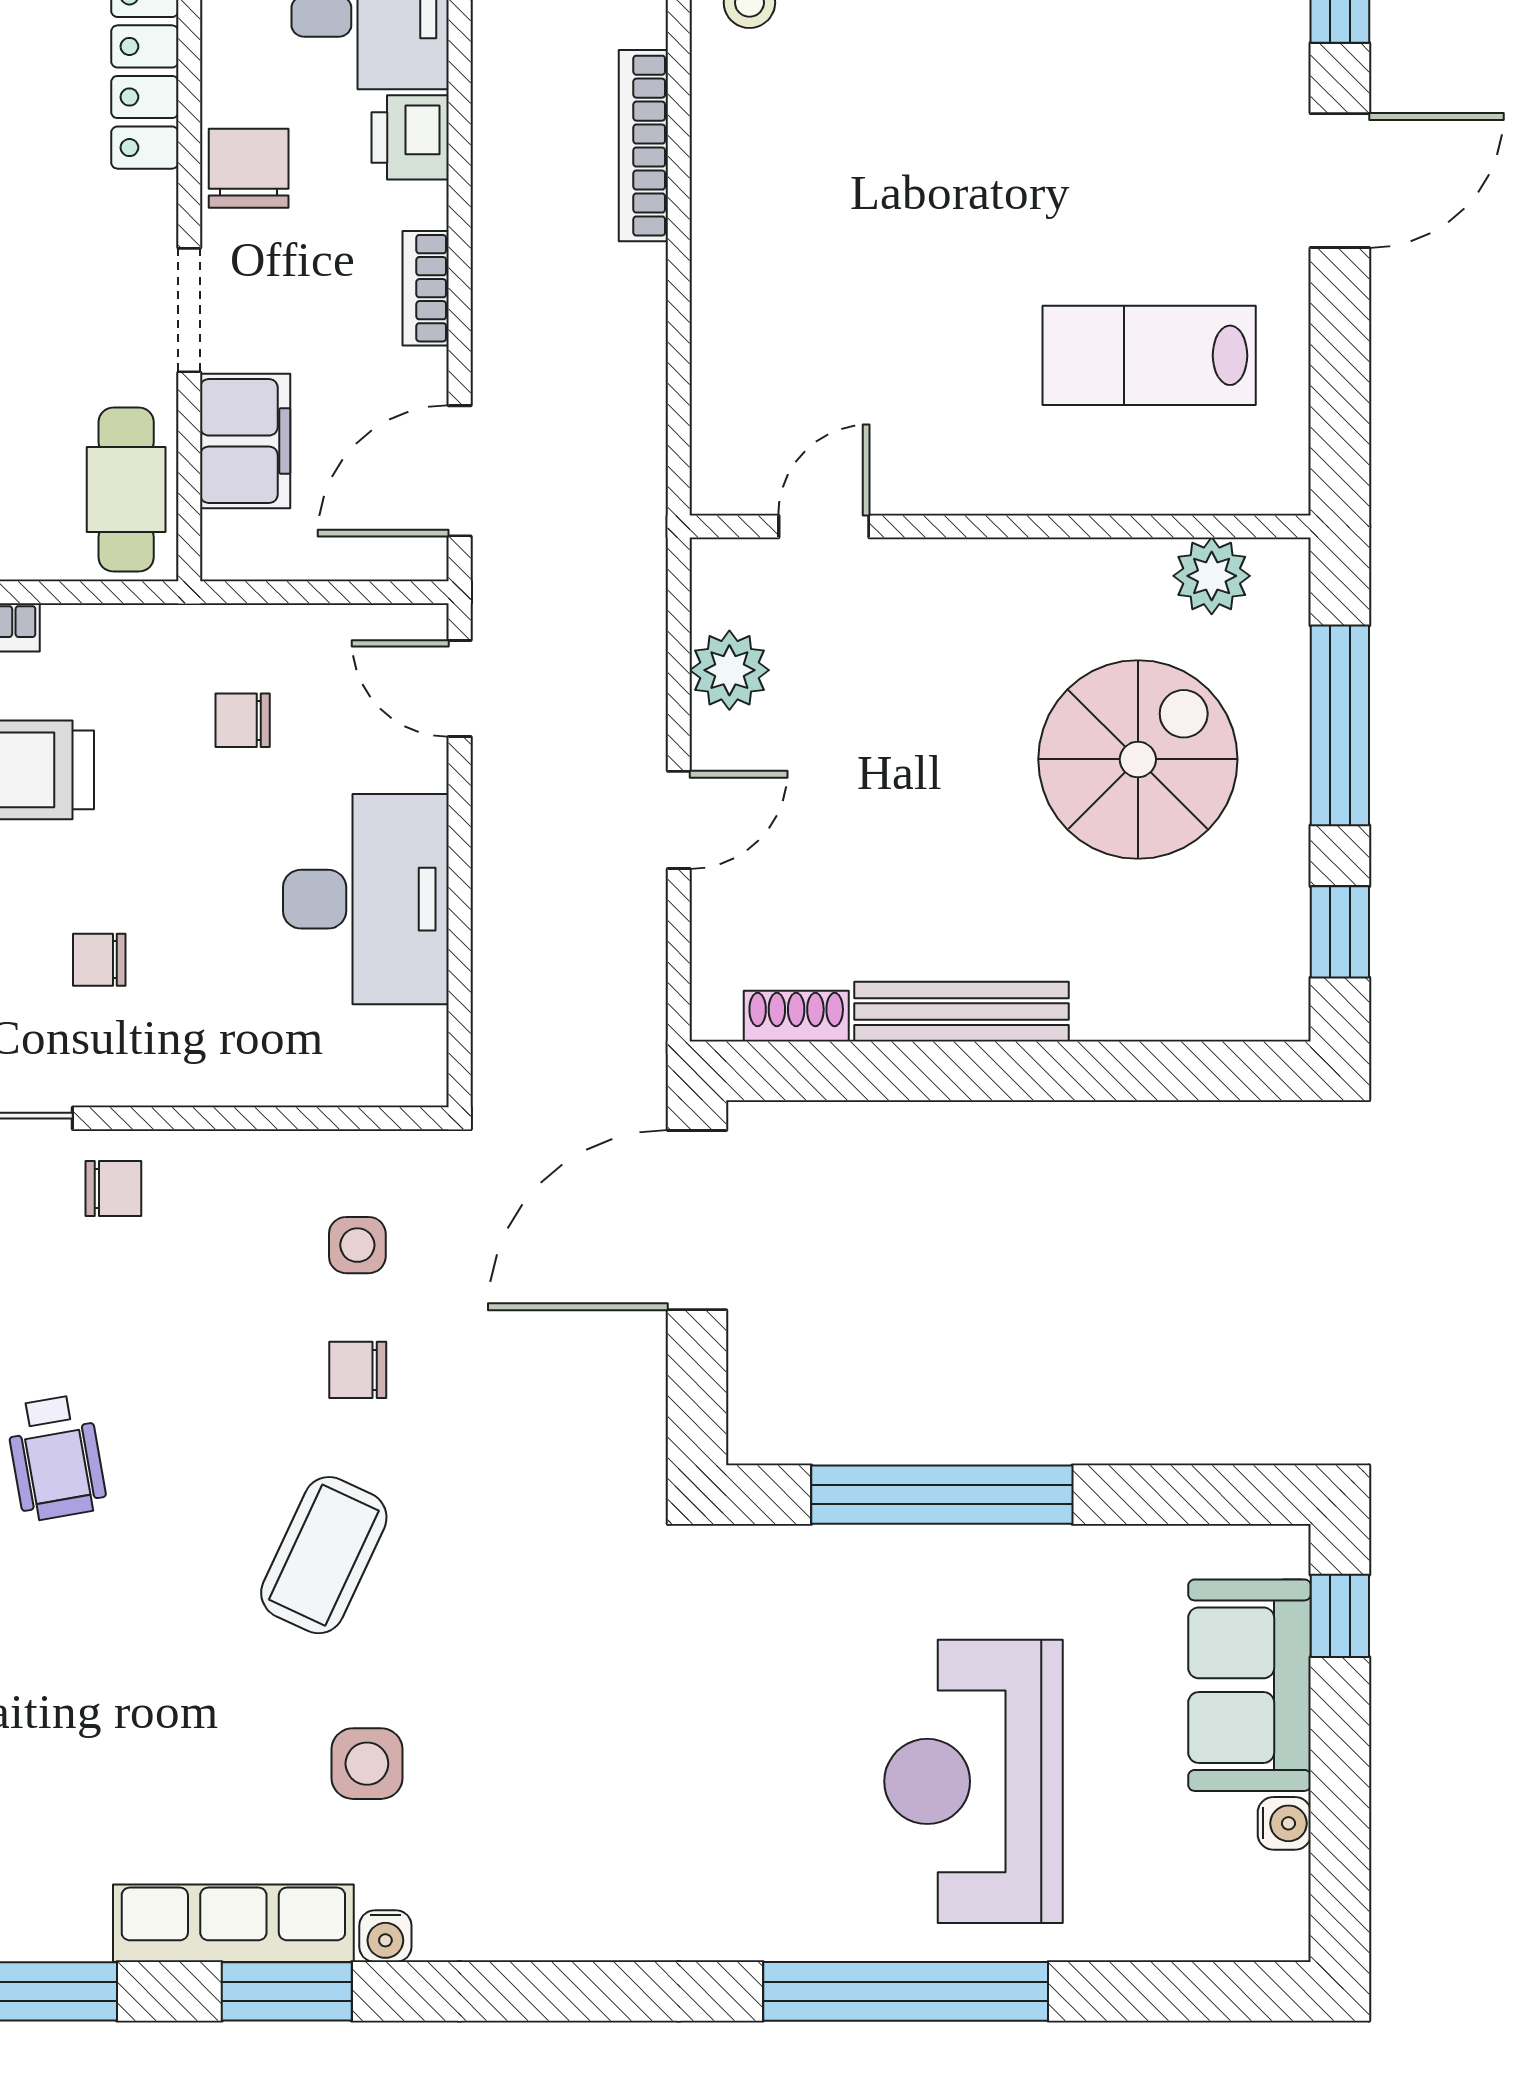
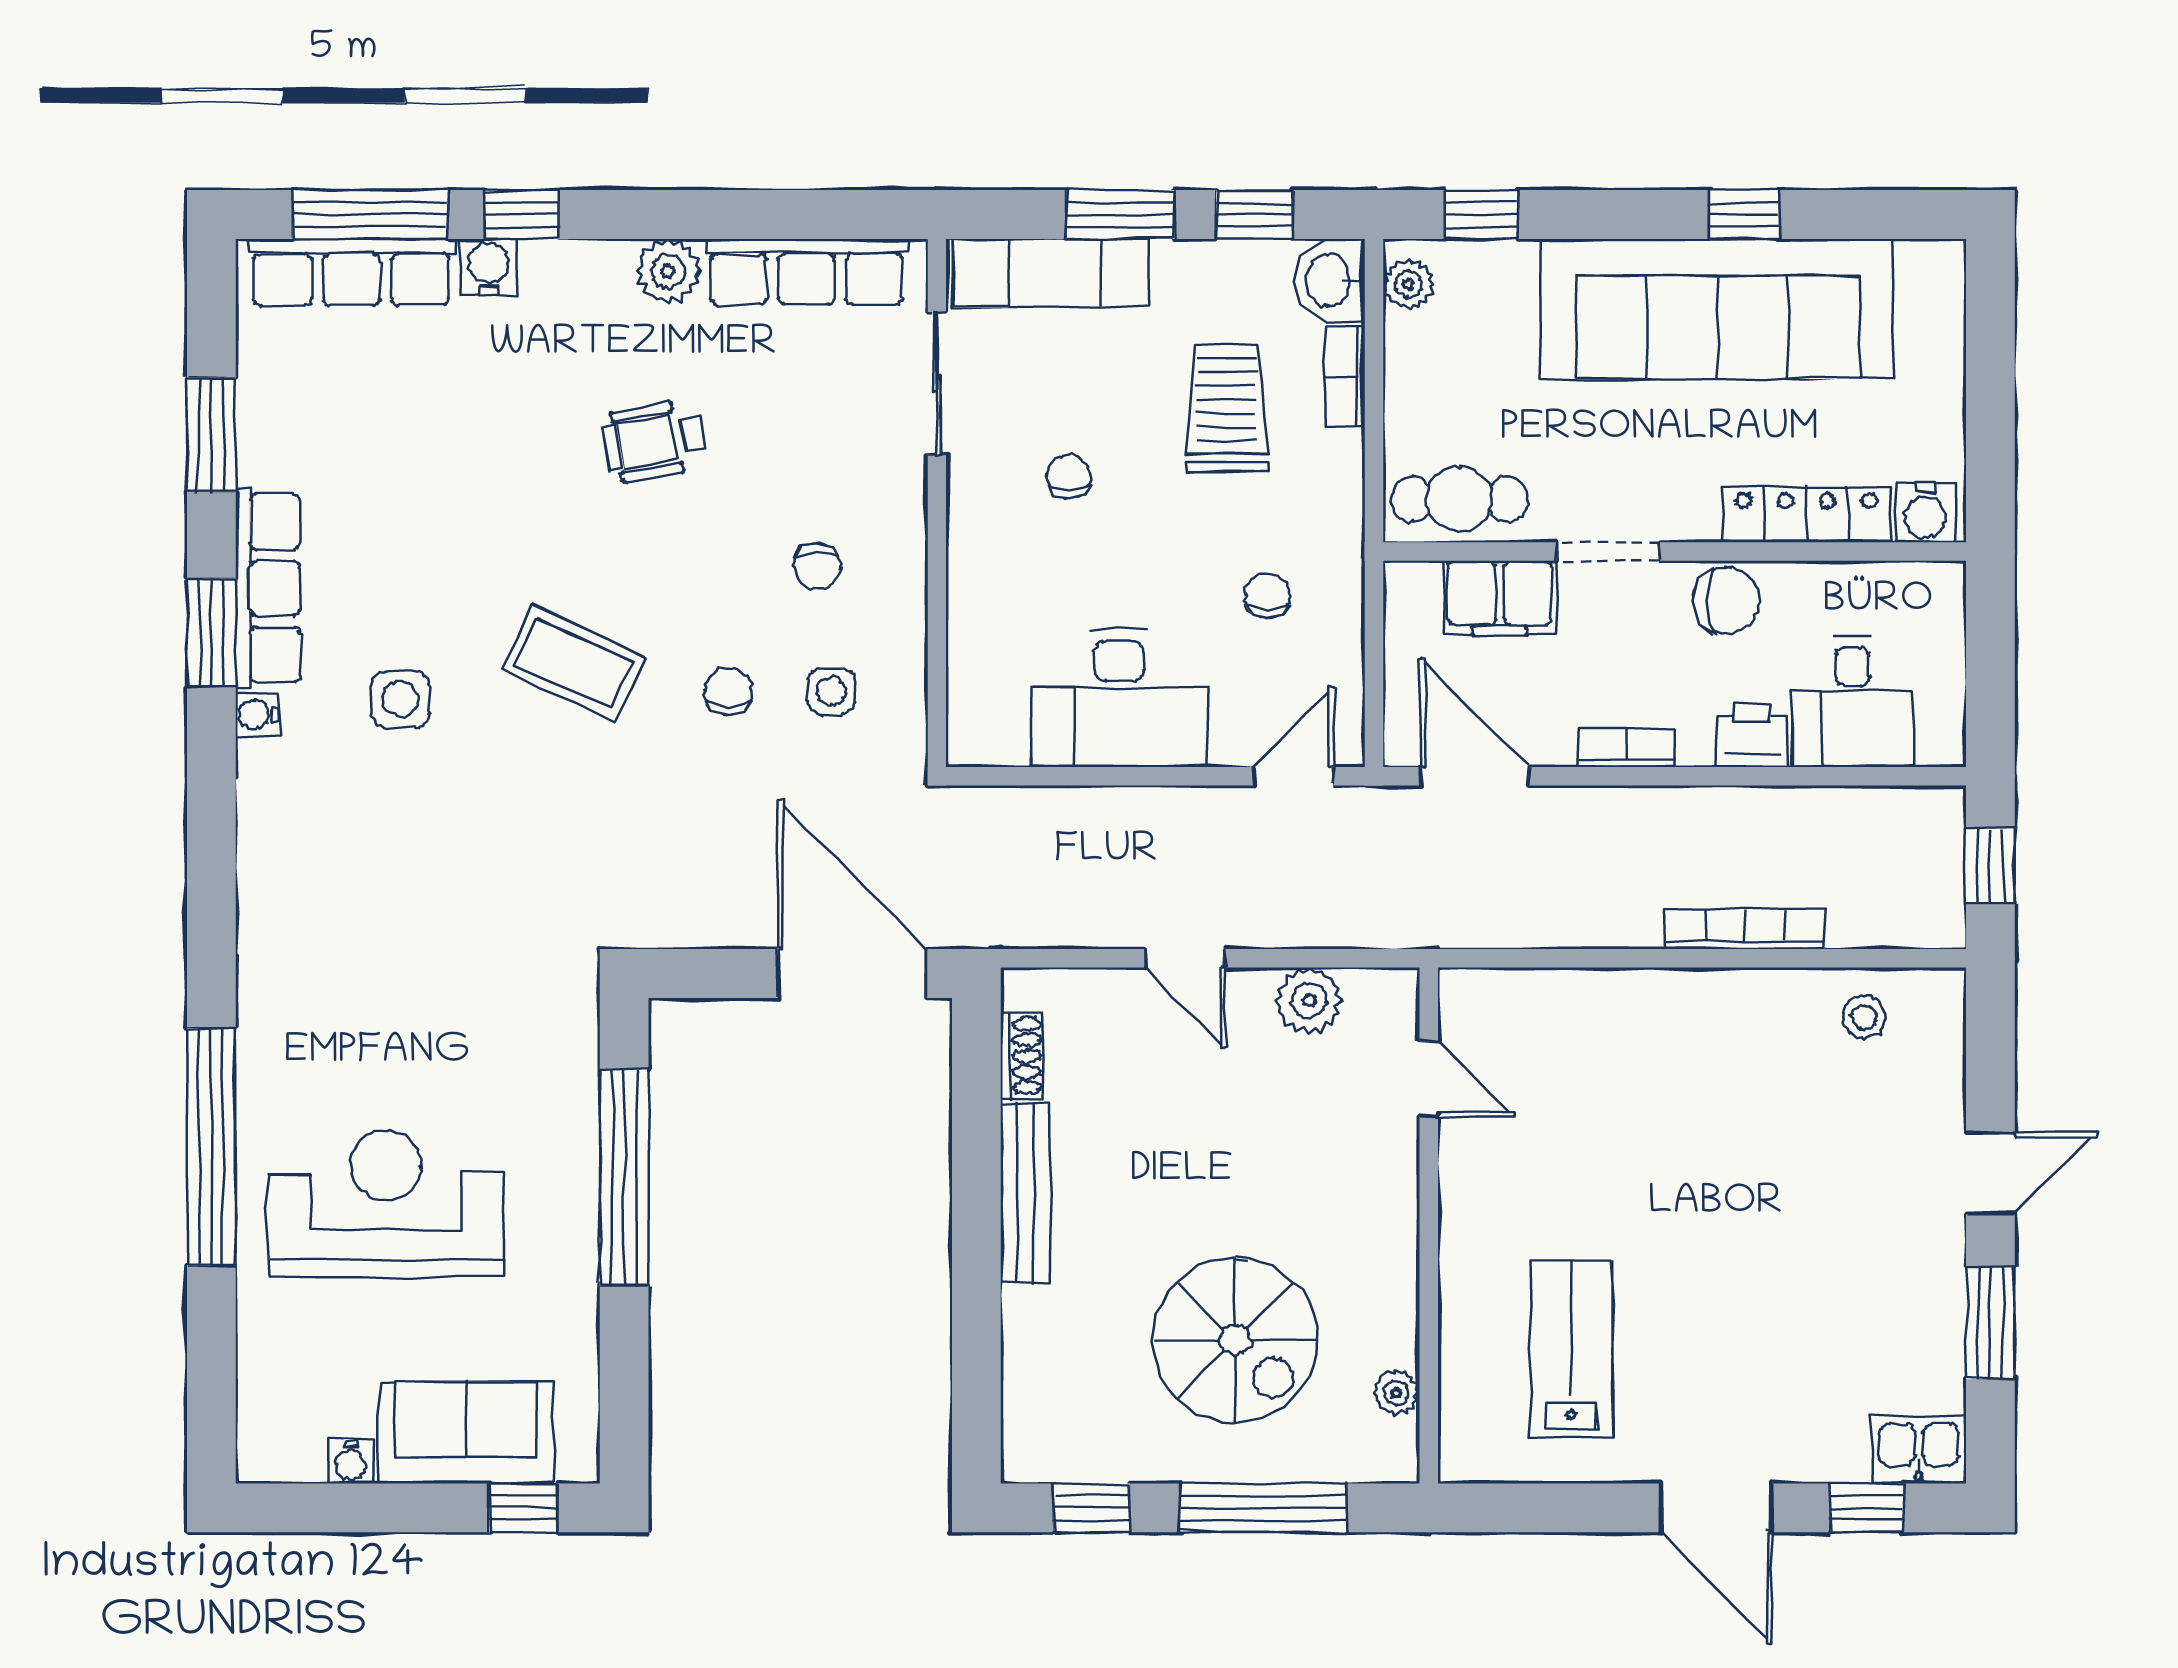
plant: (1212, 576) -> (1396, 1392), width x0.73, depth x0.73
chair: (113, 1189) -> (817, 566), moved

